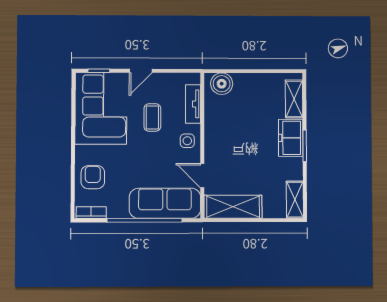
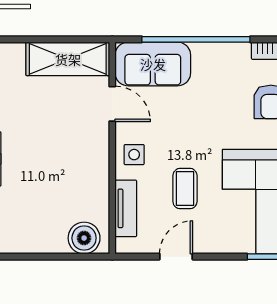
door: (141, 71) -> (176, 257), moved
sofa: (165, 203) -> (153, 64), width x0.73

